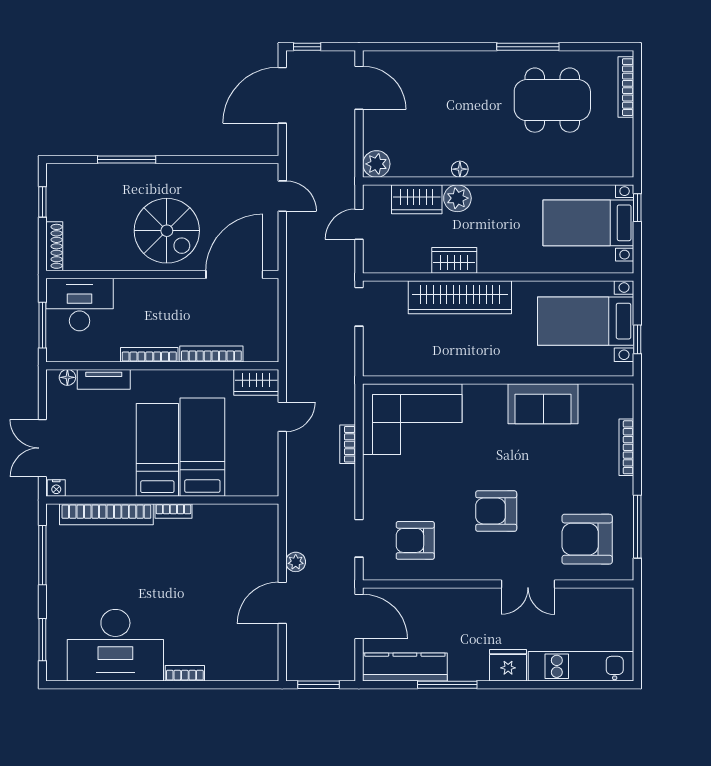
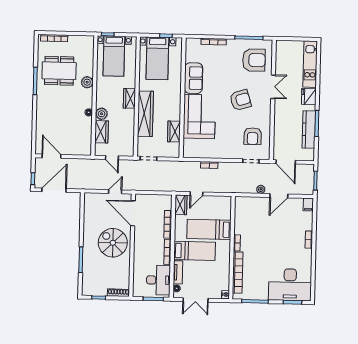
door: (359, 88) -> (52, 156), hinge flipped
door: (282, 95) -> (54, 190), swing flipped
dining table: (552, 100) -> (59, 71), turned 90
plant: (376, 164) -> (87, 82), moved
door: (282, 196) -> (115, 192), moved
spiral stairs: (167, 231) -> (113, 243), turned -90
wardrobe: (454, 260) -> (129, 98), moved
desk: (80, 305) -> (158, 280), moved, turned 180
wardrobe: (421, 363) -> (174, 131), added
door: (282, 417) -> (196, 194), swing flipped
corner sofa: (412, 419) -> (199, 117), moved
double door: (42, 448) -> (196, 300), moved
bed: (157, 450) -> (195, 251), moved, turned 180
armchair: (496, 511) -> (240, 100), turned -107
armchair: (587, 539) -> (254, 60), turned -90
door: (282, 603) -> (279, 196), hinge flipped
door: (359, 616) -> (286, 162), swing flipped
desk: (115, 645) -> (290, 285), moved, turned 90
kitchen counter: (405, 667) -> (309, 129), moved
filing cabinet: (264, 670) -> (308, 205), added

